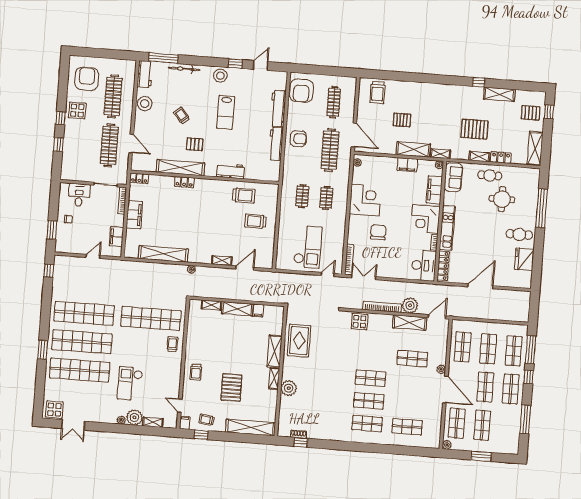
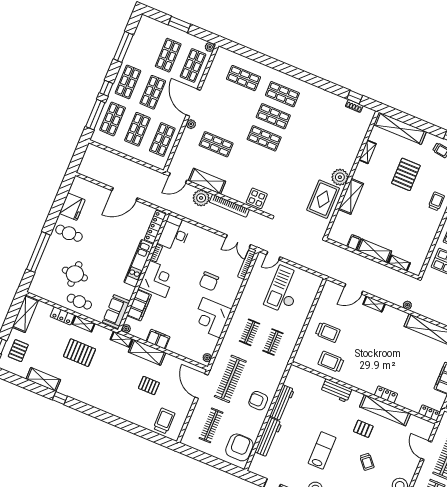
pallet: (531, 113) -> (18, 351), turned 90
shelving: (274, 379) -> (368, 152), moved
plant: (289, 388) -> (340, 177), moved

